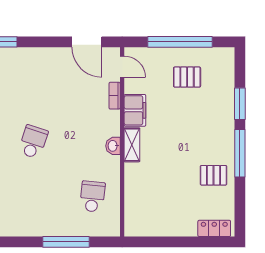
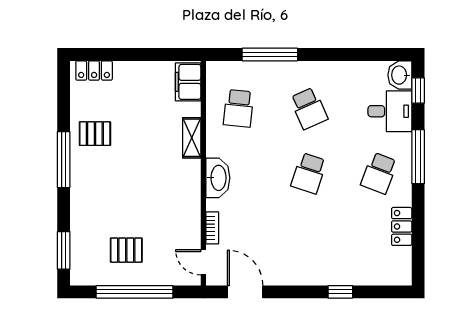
window: (240, 104) -> (64, 250), moved
filing cabinet: (135, 110) -> (188, 82), moved
shelving: (132, 145) -> (192, 138), moved
washbasin: (113, 146) -> (218, 178), width x1.91, depth x1.45
school desk: (33, 197) -> (309, 108), added

